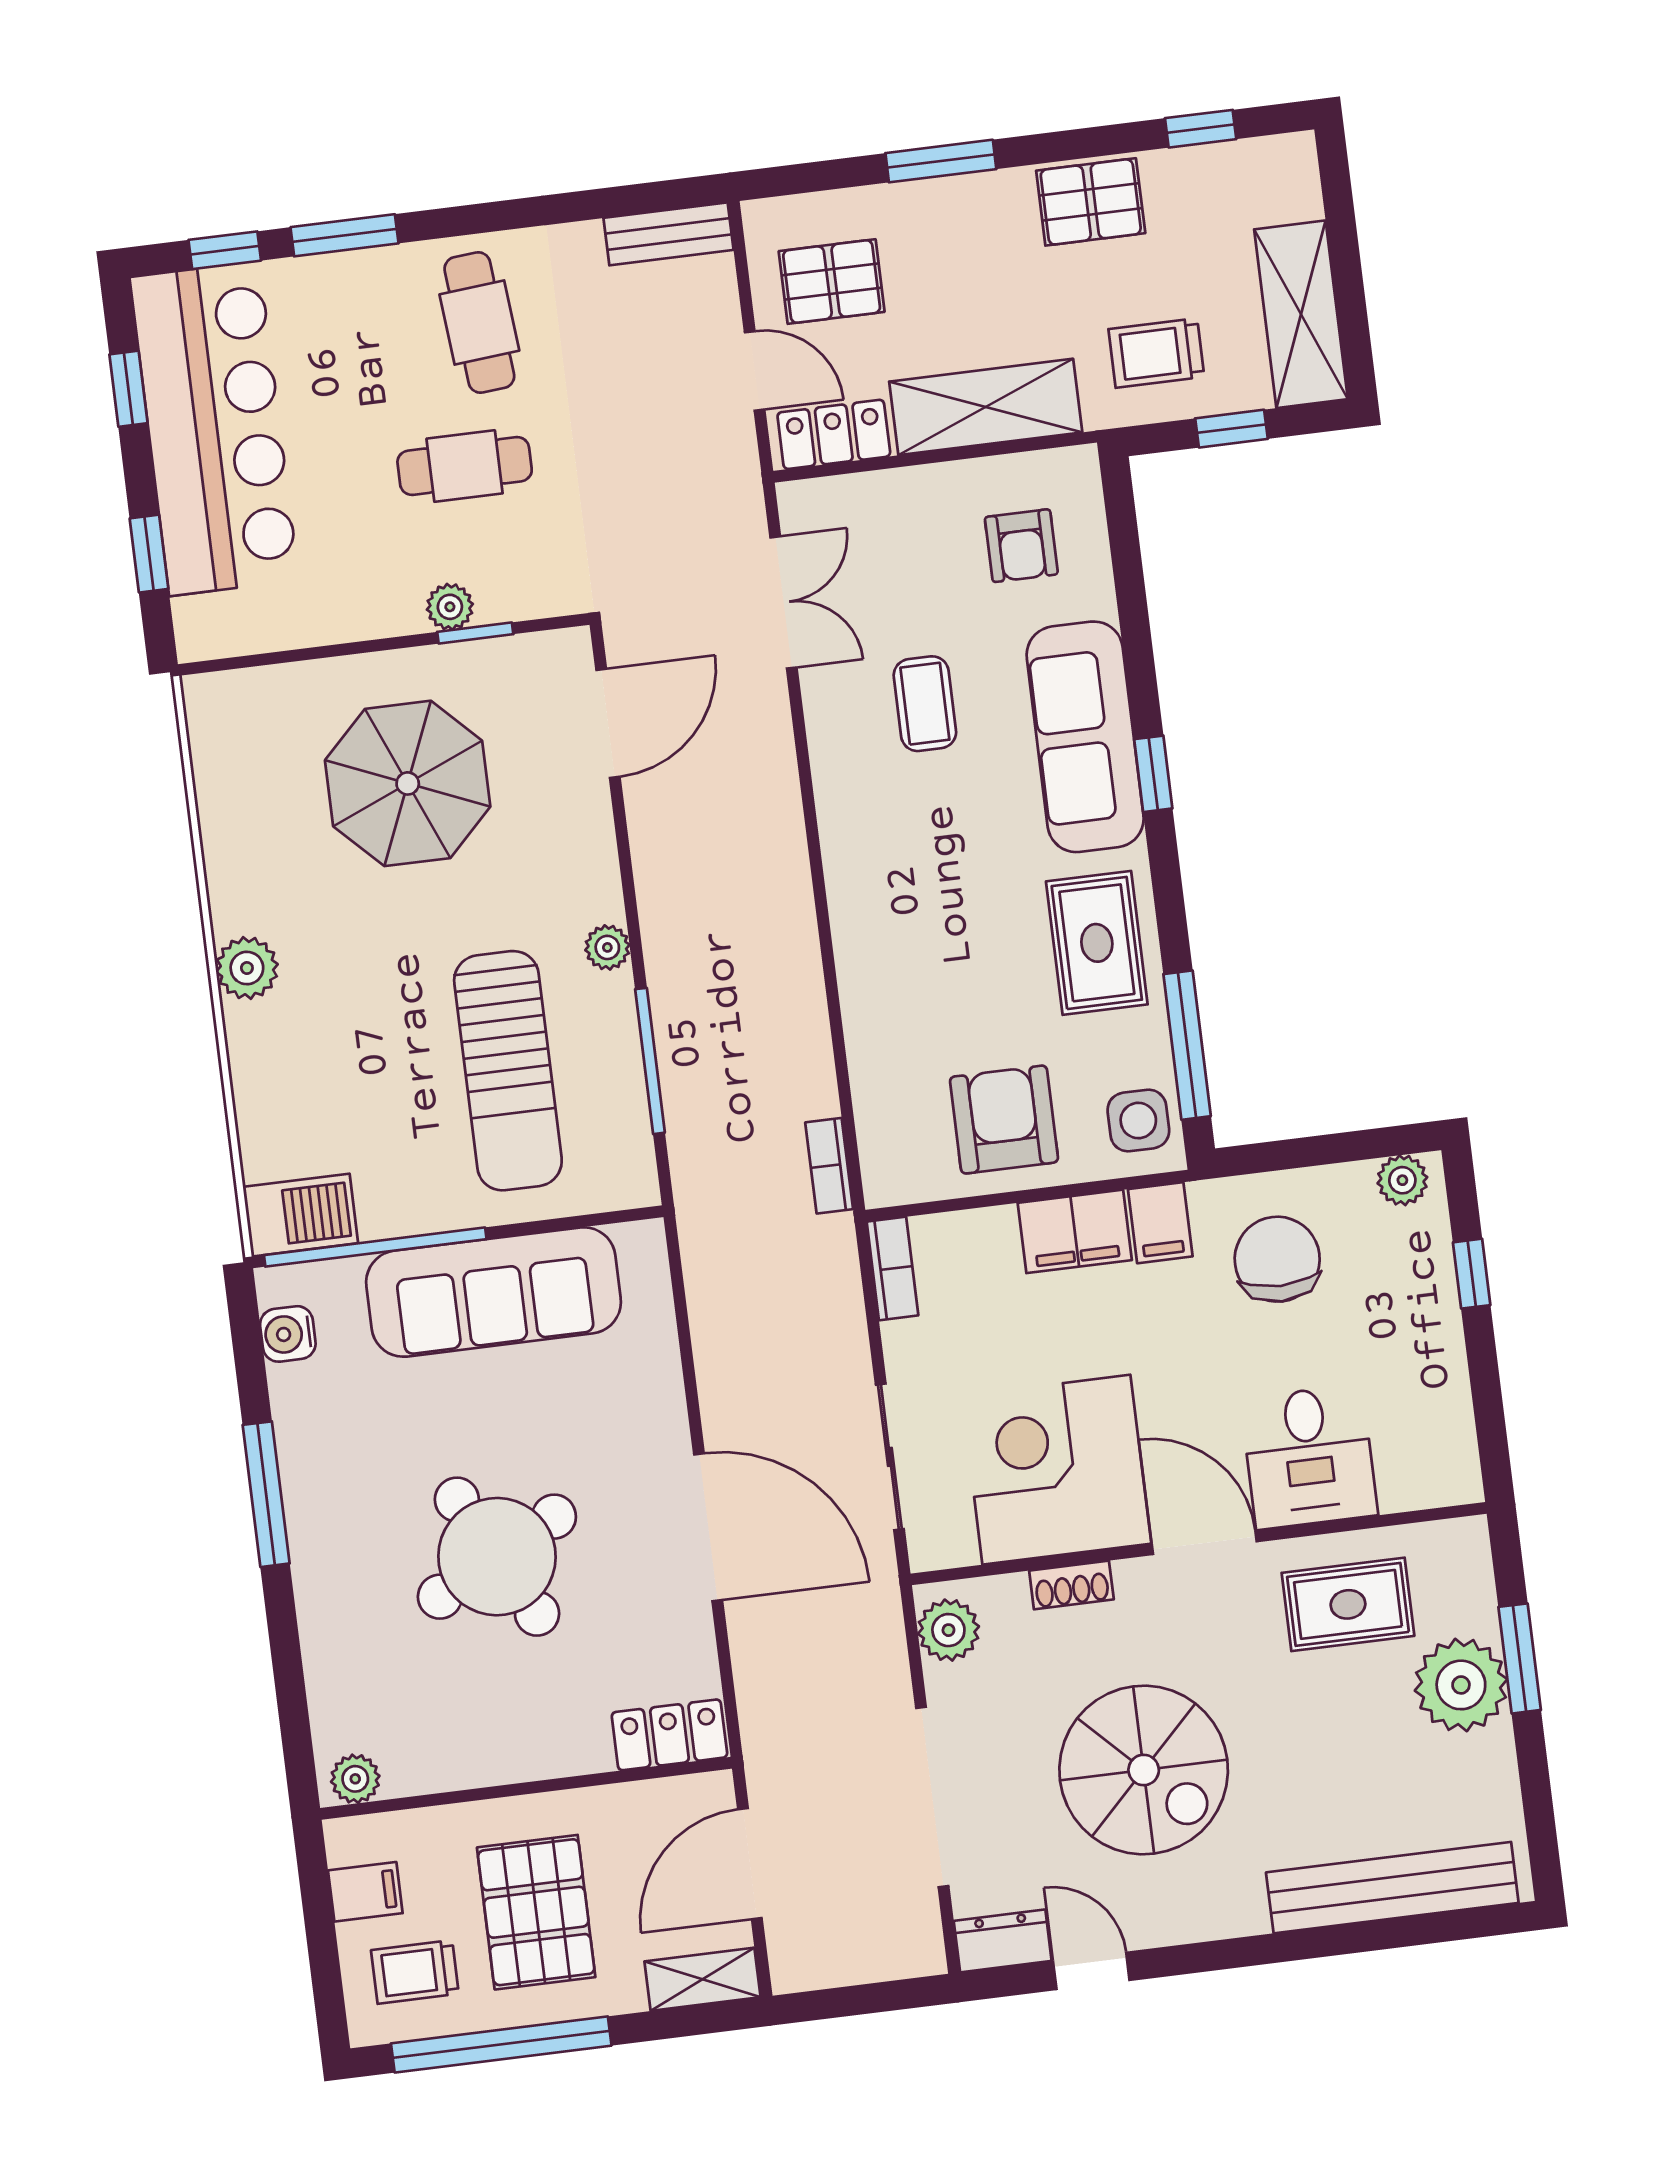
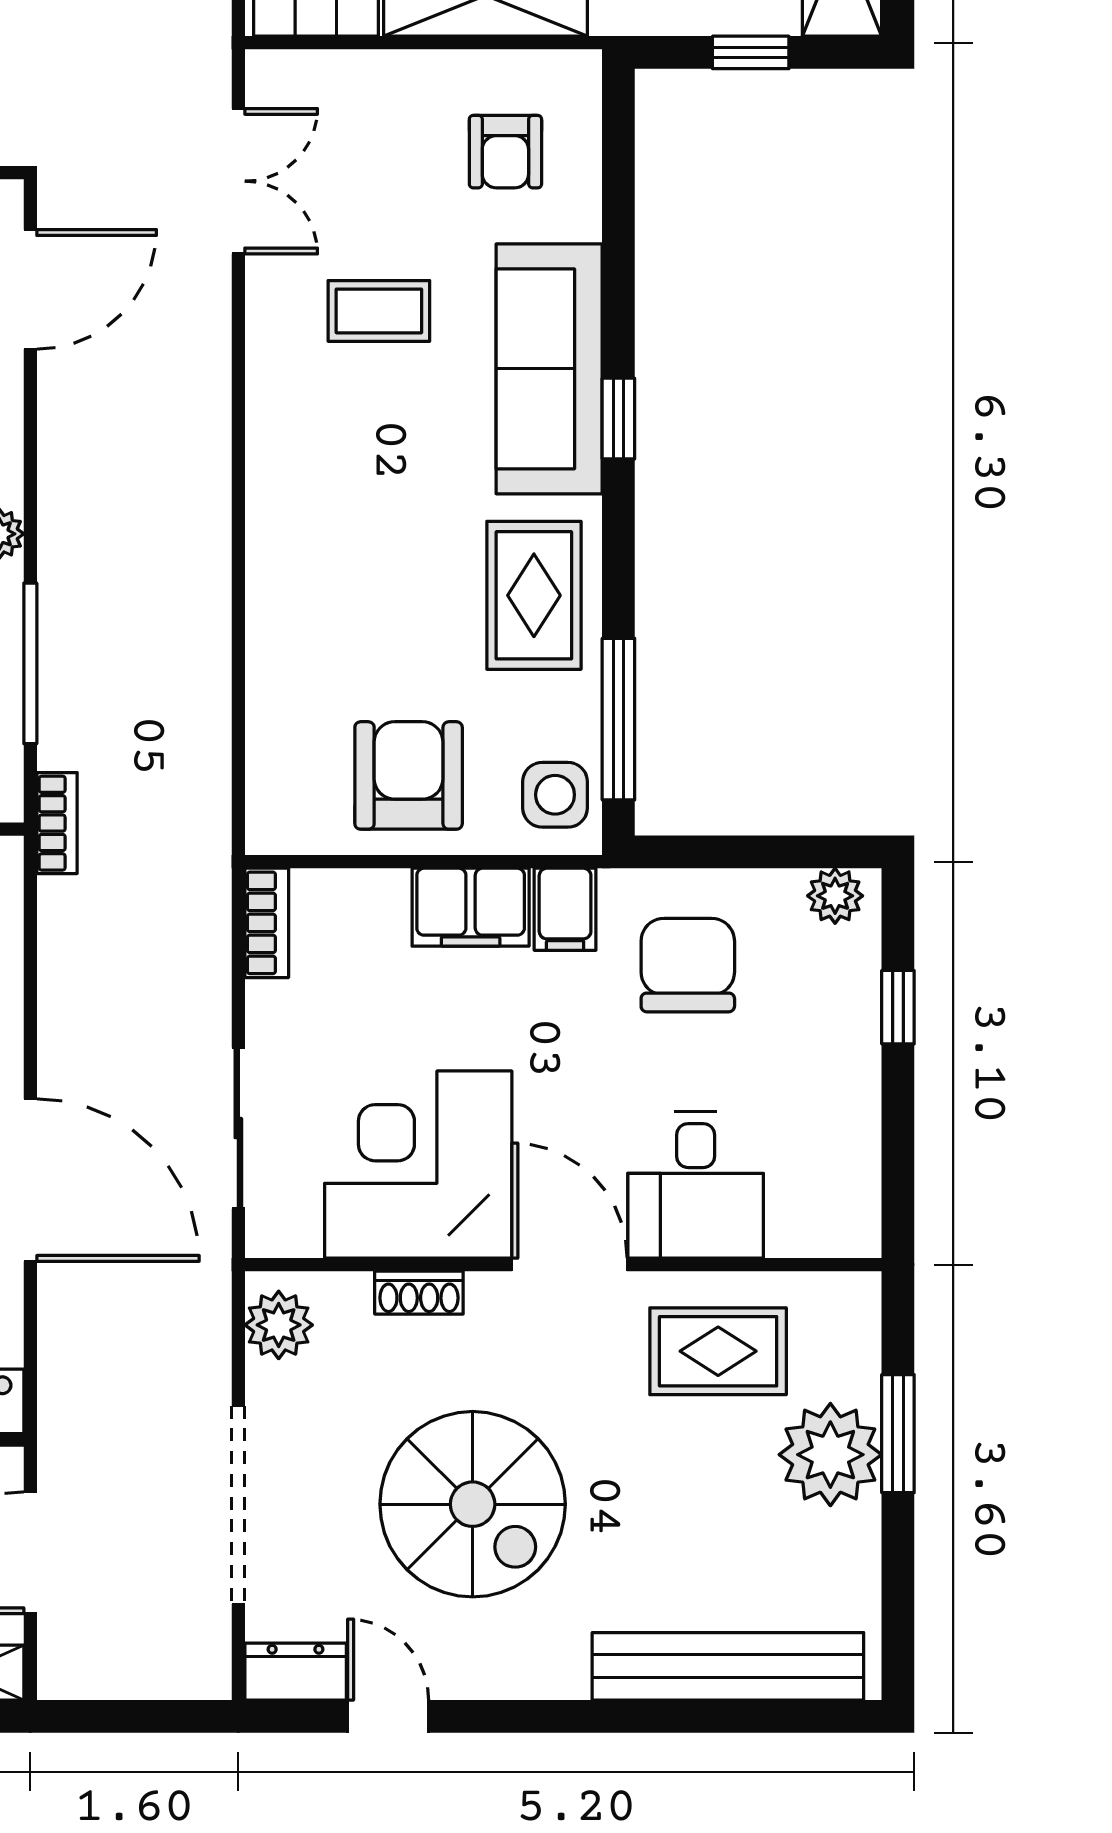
coffee table: (925, 704) -> (379, 311), turned 90
bookcase: (829, 1166) -> (57, 823), moved, turned 180

